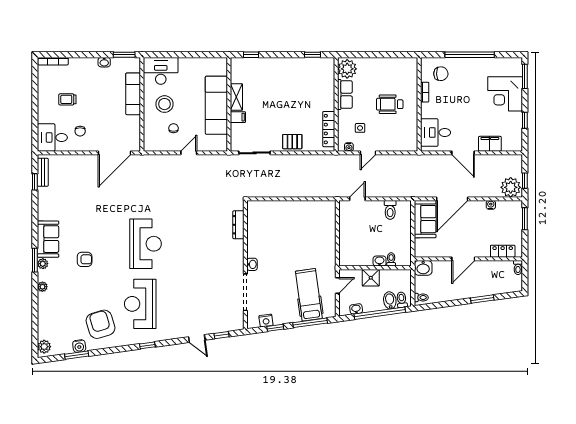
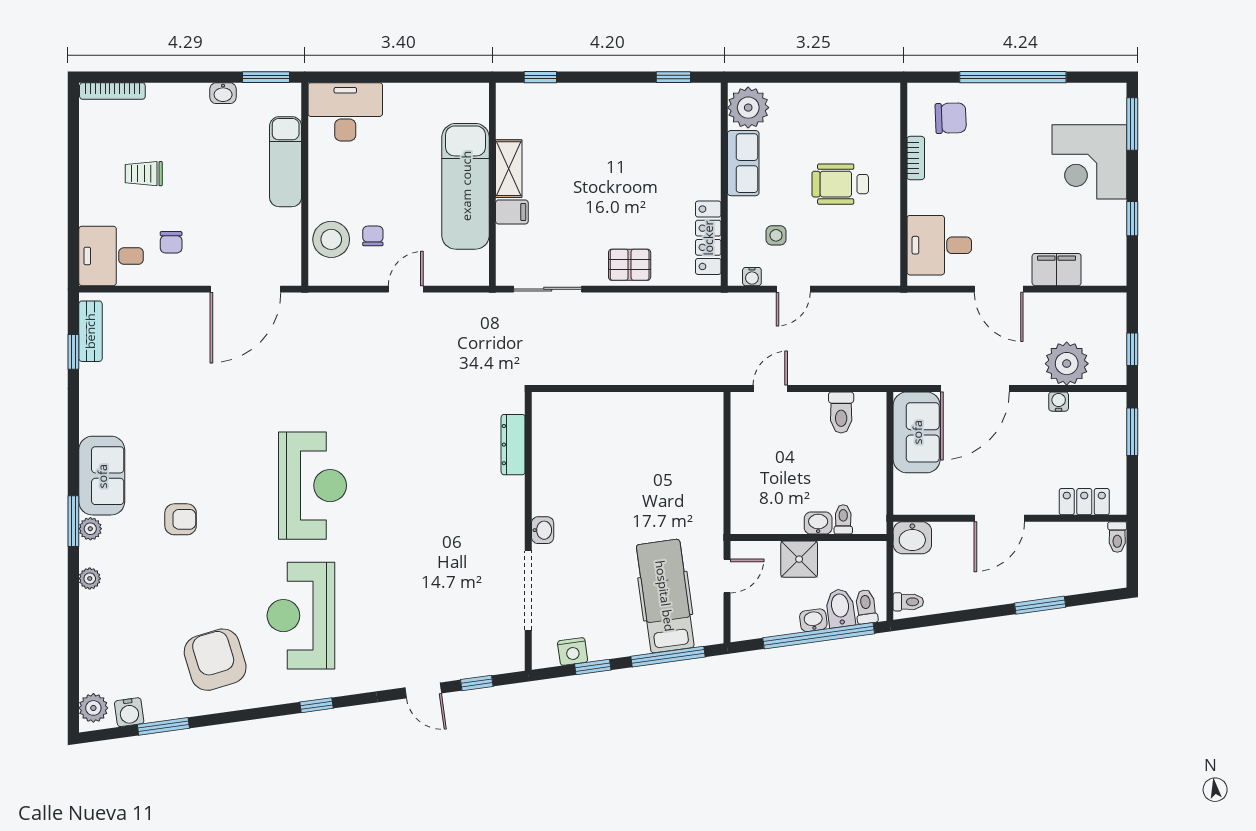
stool: (164, 104) -> (331, 239), moved
plant: (511, 187) -> (1067, 364), moved
washbasin: (356, 309) -> (813, 620), moved
water cooler: (79, 346) -> (129, 712), moved

